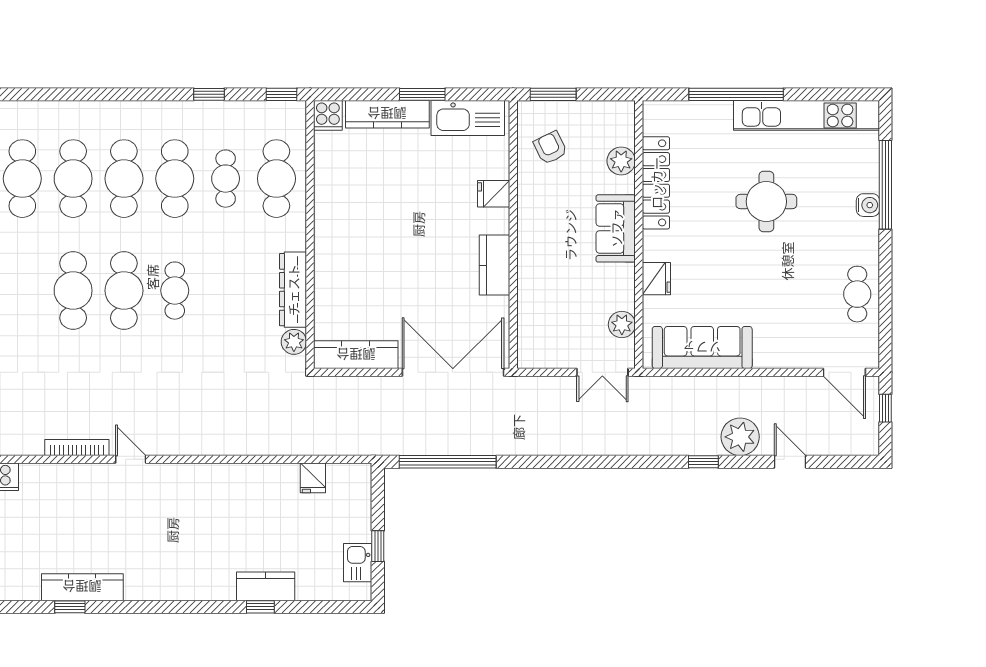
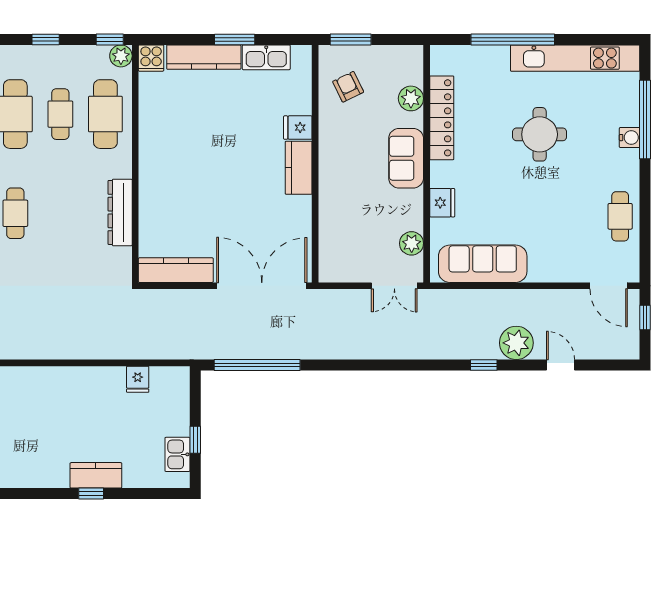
kitchen sink: (468, 118) -> (266, 57), width x0.73, depth x0.81
kitchen counter: (494, 265) -> (299, 168), moved
plant: (294, 342) -> (121, 56), moved

